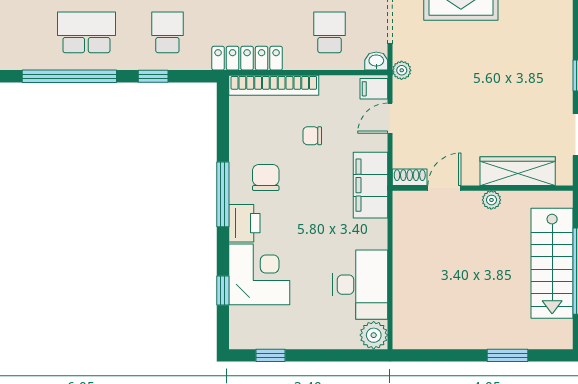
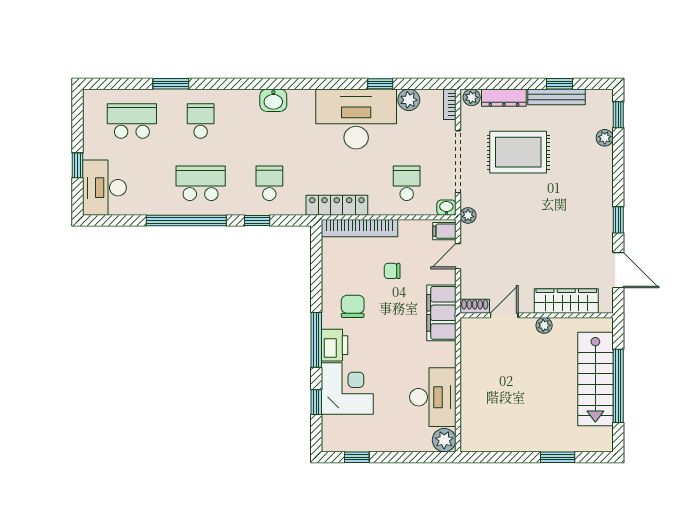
window: (223, 194) -> (316, 340), moved

